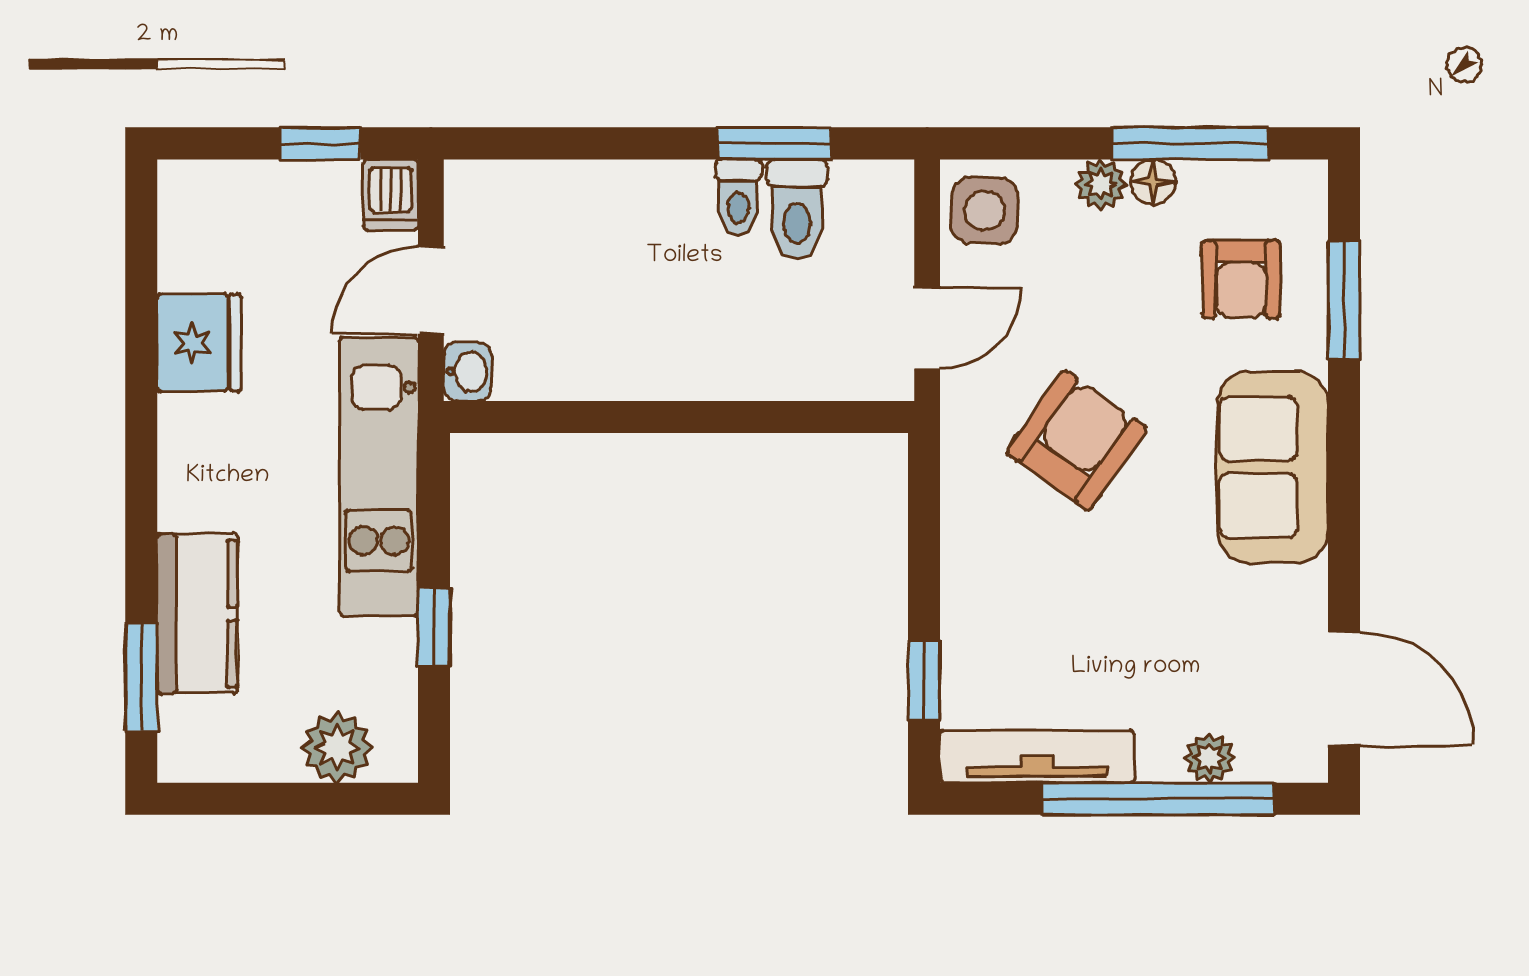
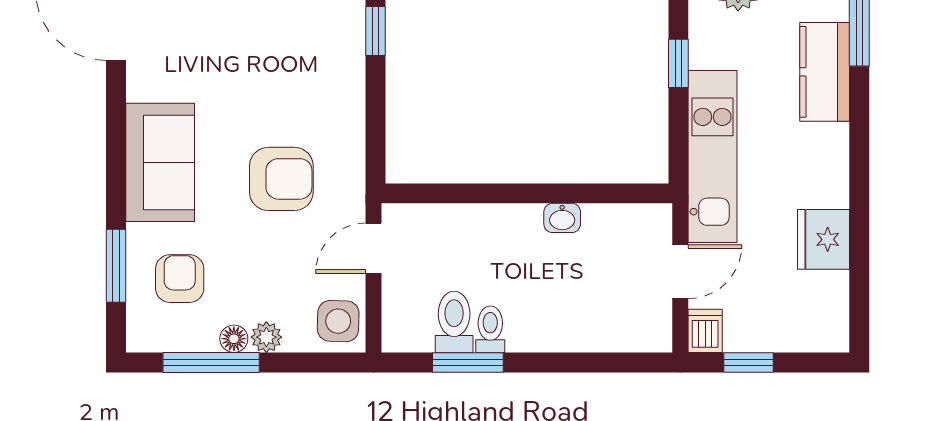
washbasin: (467, 372) -> (562, 218), moved, turned -90
armchair: (1076, 440) -> (281, 179), turned -125

